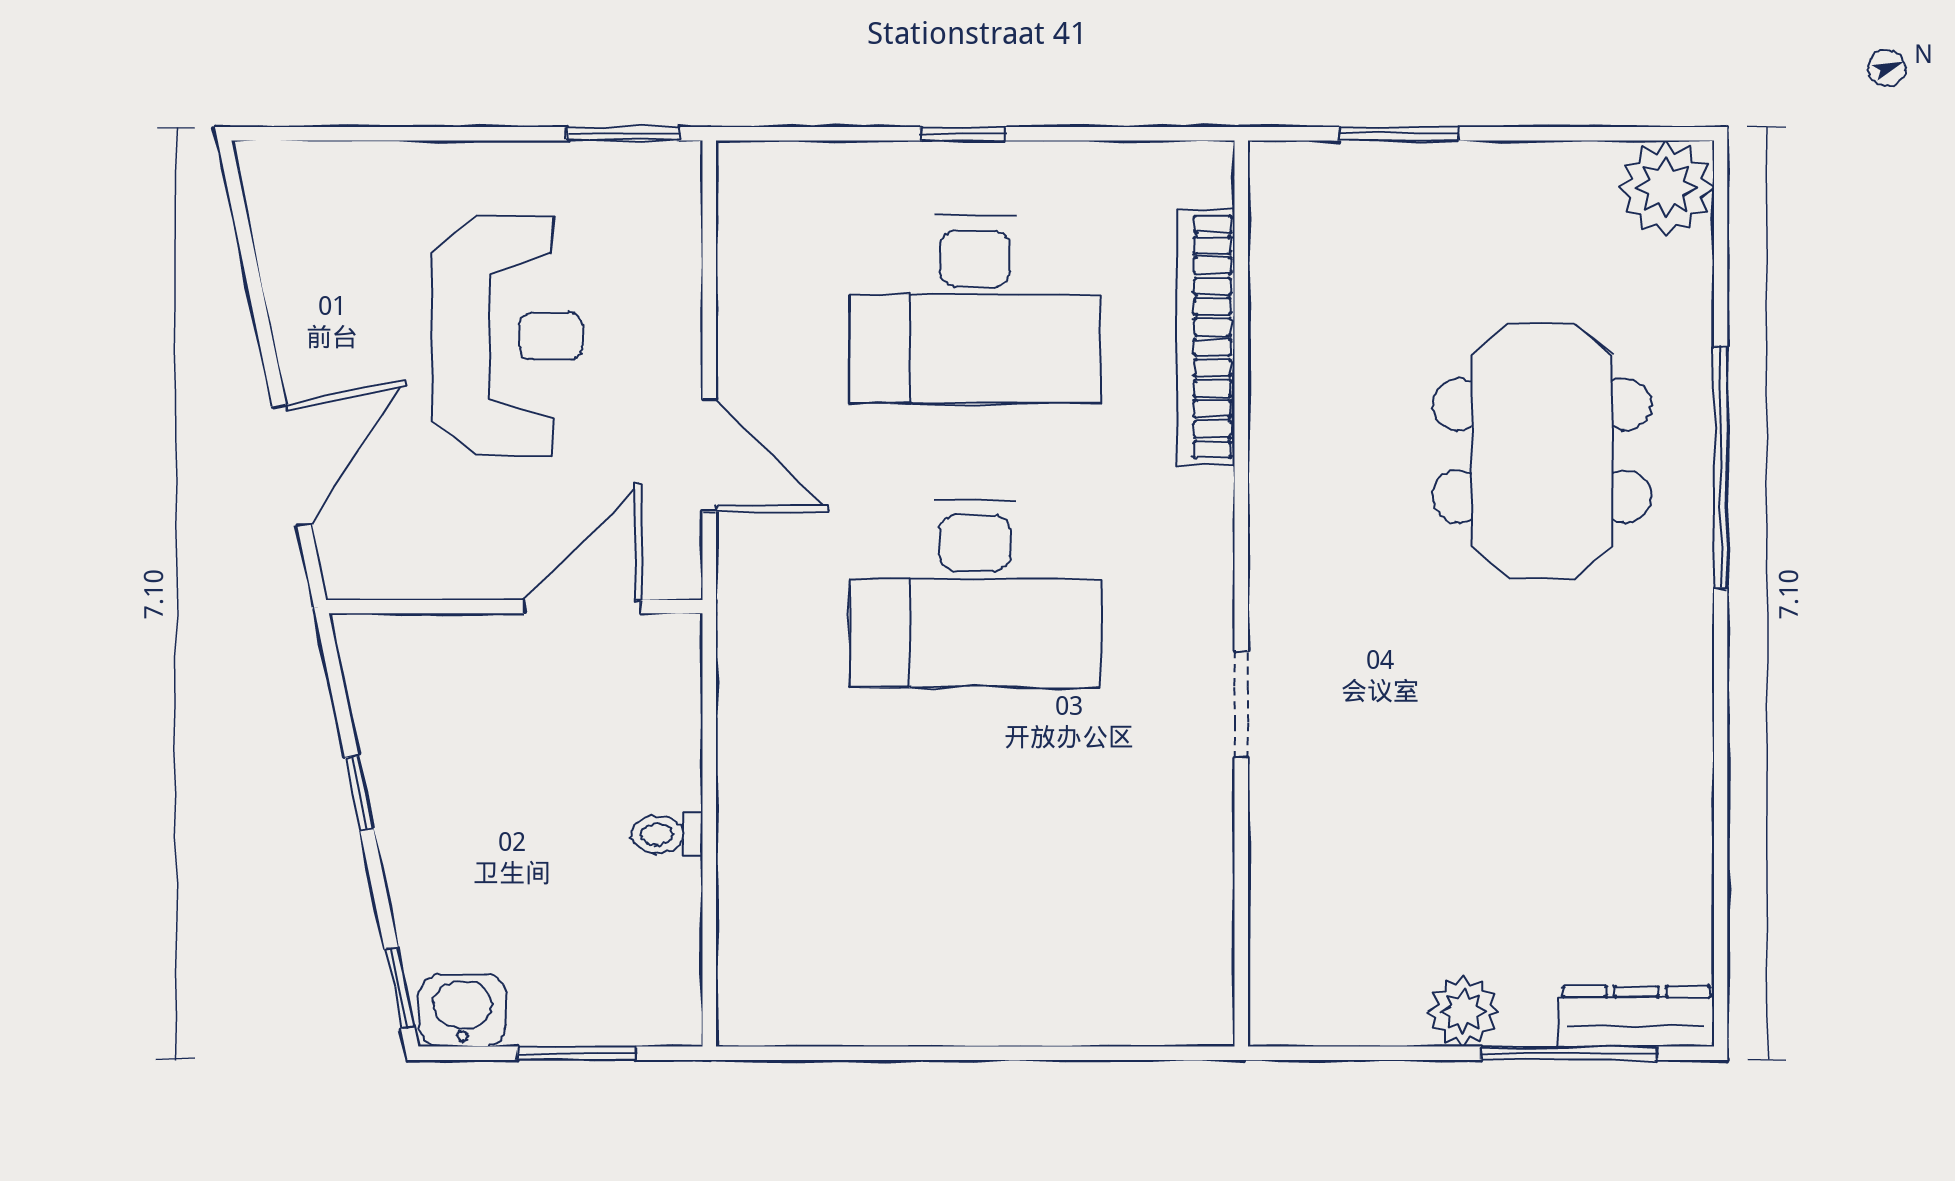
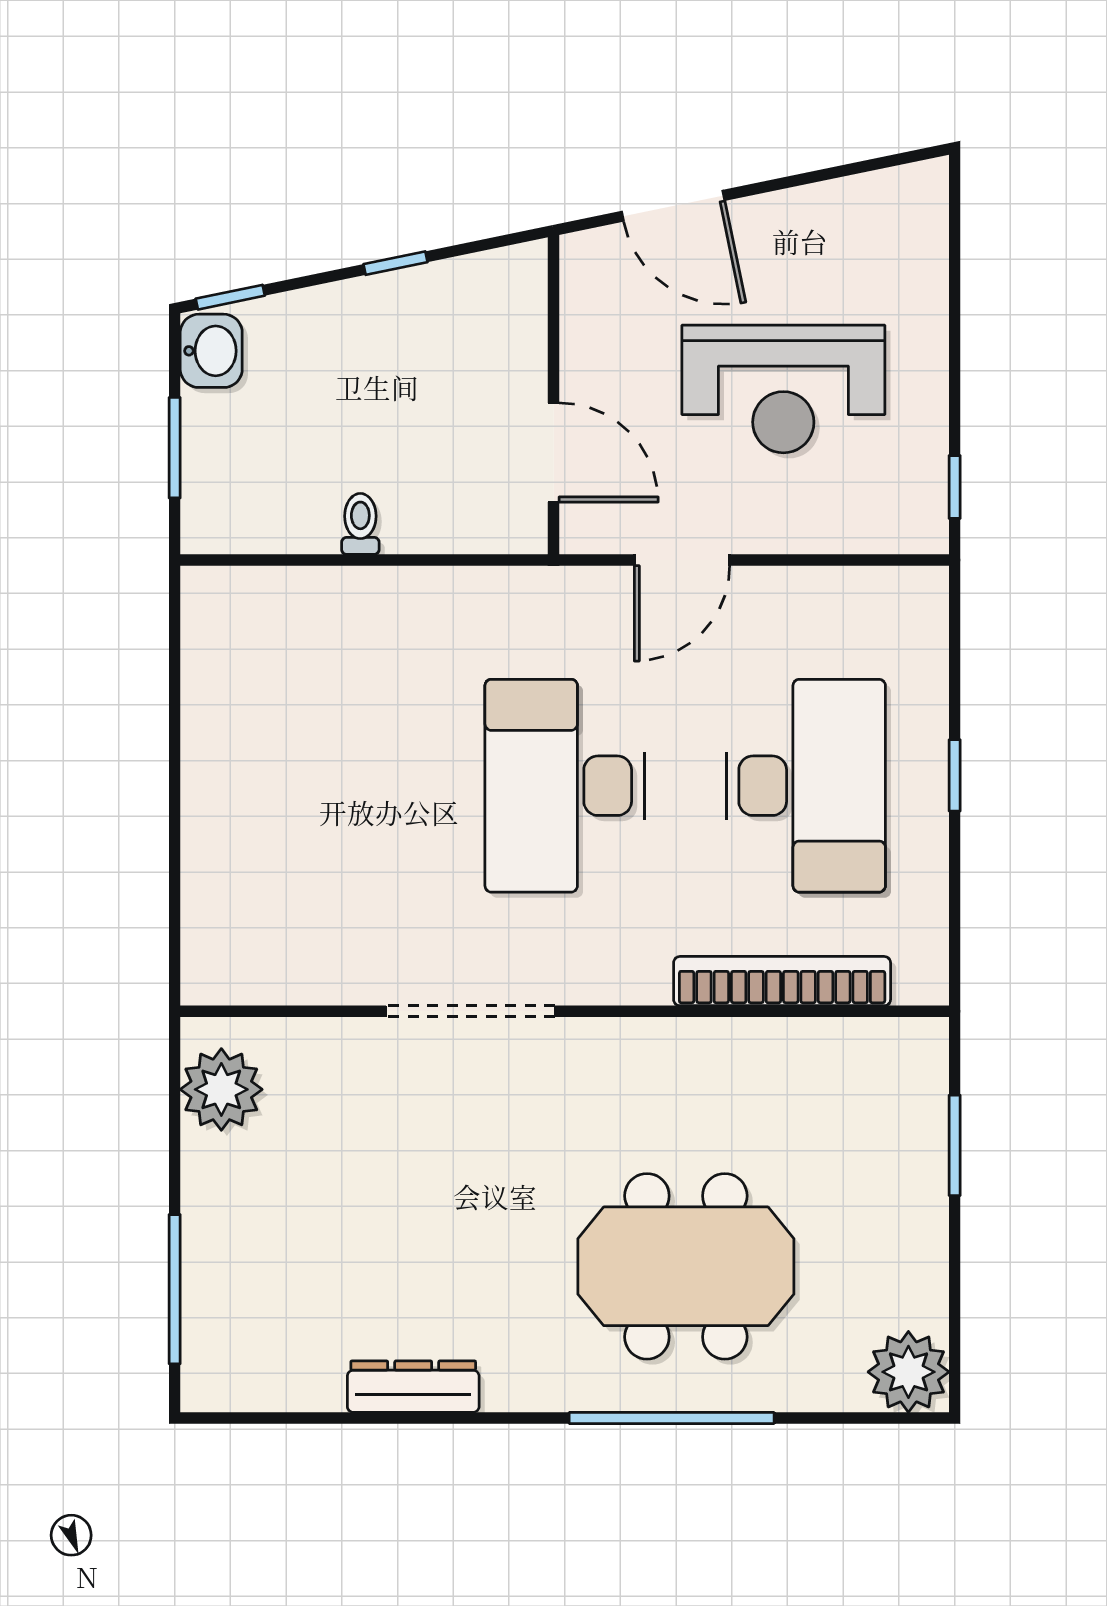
window: (623, 134) -> (955, 487), width x0.67
desk: (975, 309) -> (806, 786), turned 180
doorway: (1241, 704) -> (471, 1011), width x1.87
plant: (1463, 1011) -> (221, 1089), moved, width x1.36, depth x1.36
dresser: (1636, 1016) -> (413, 1387), moved, turned -90

